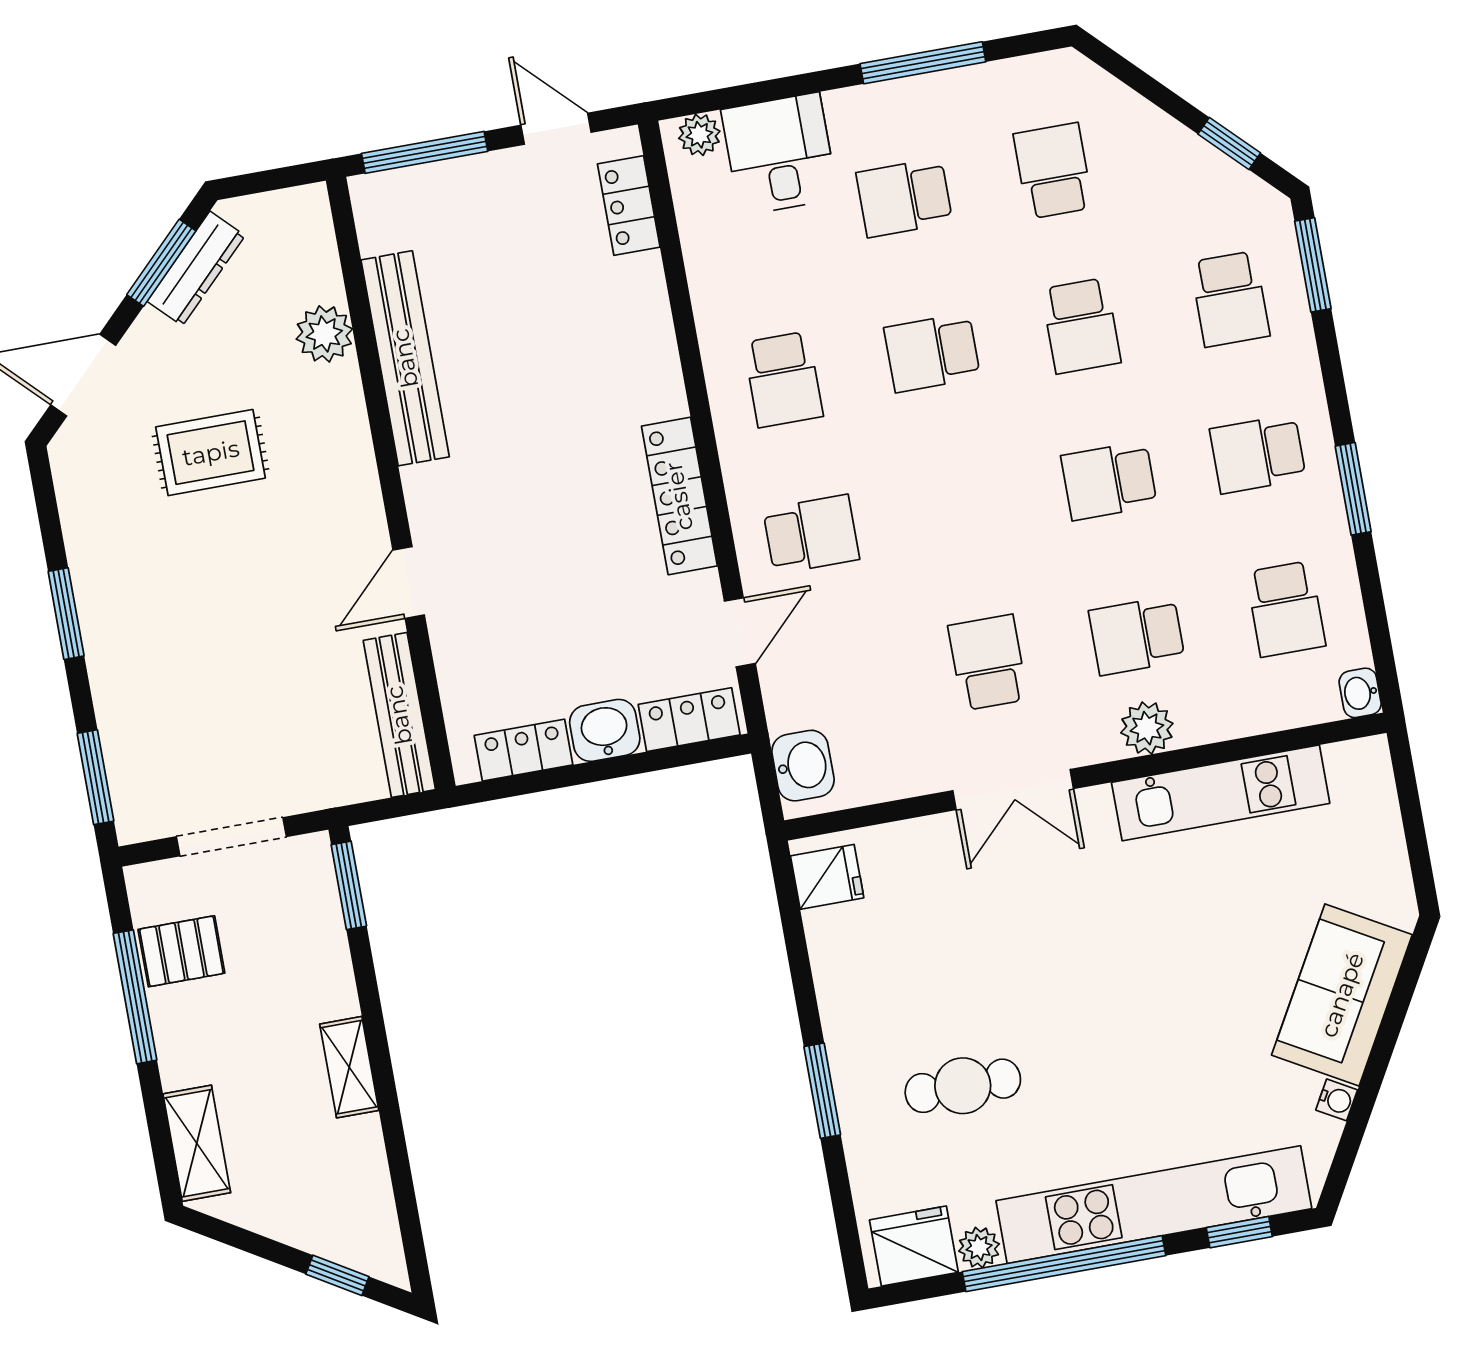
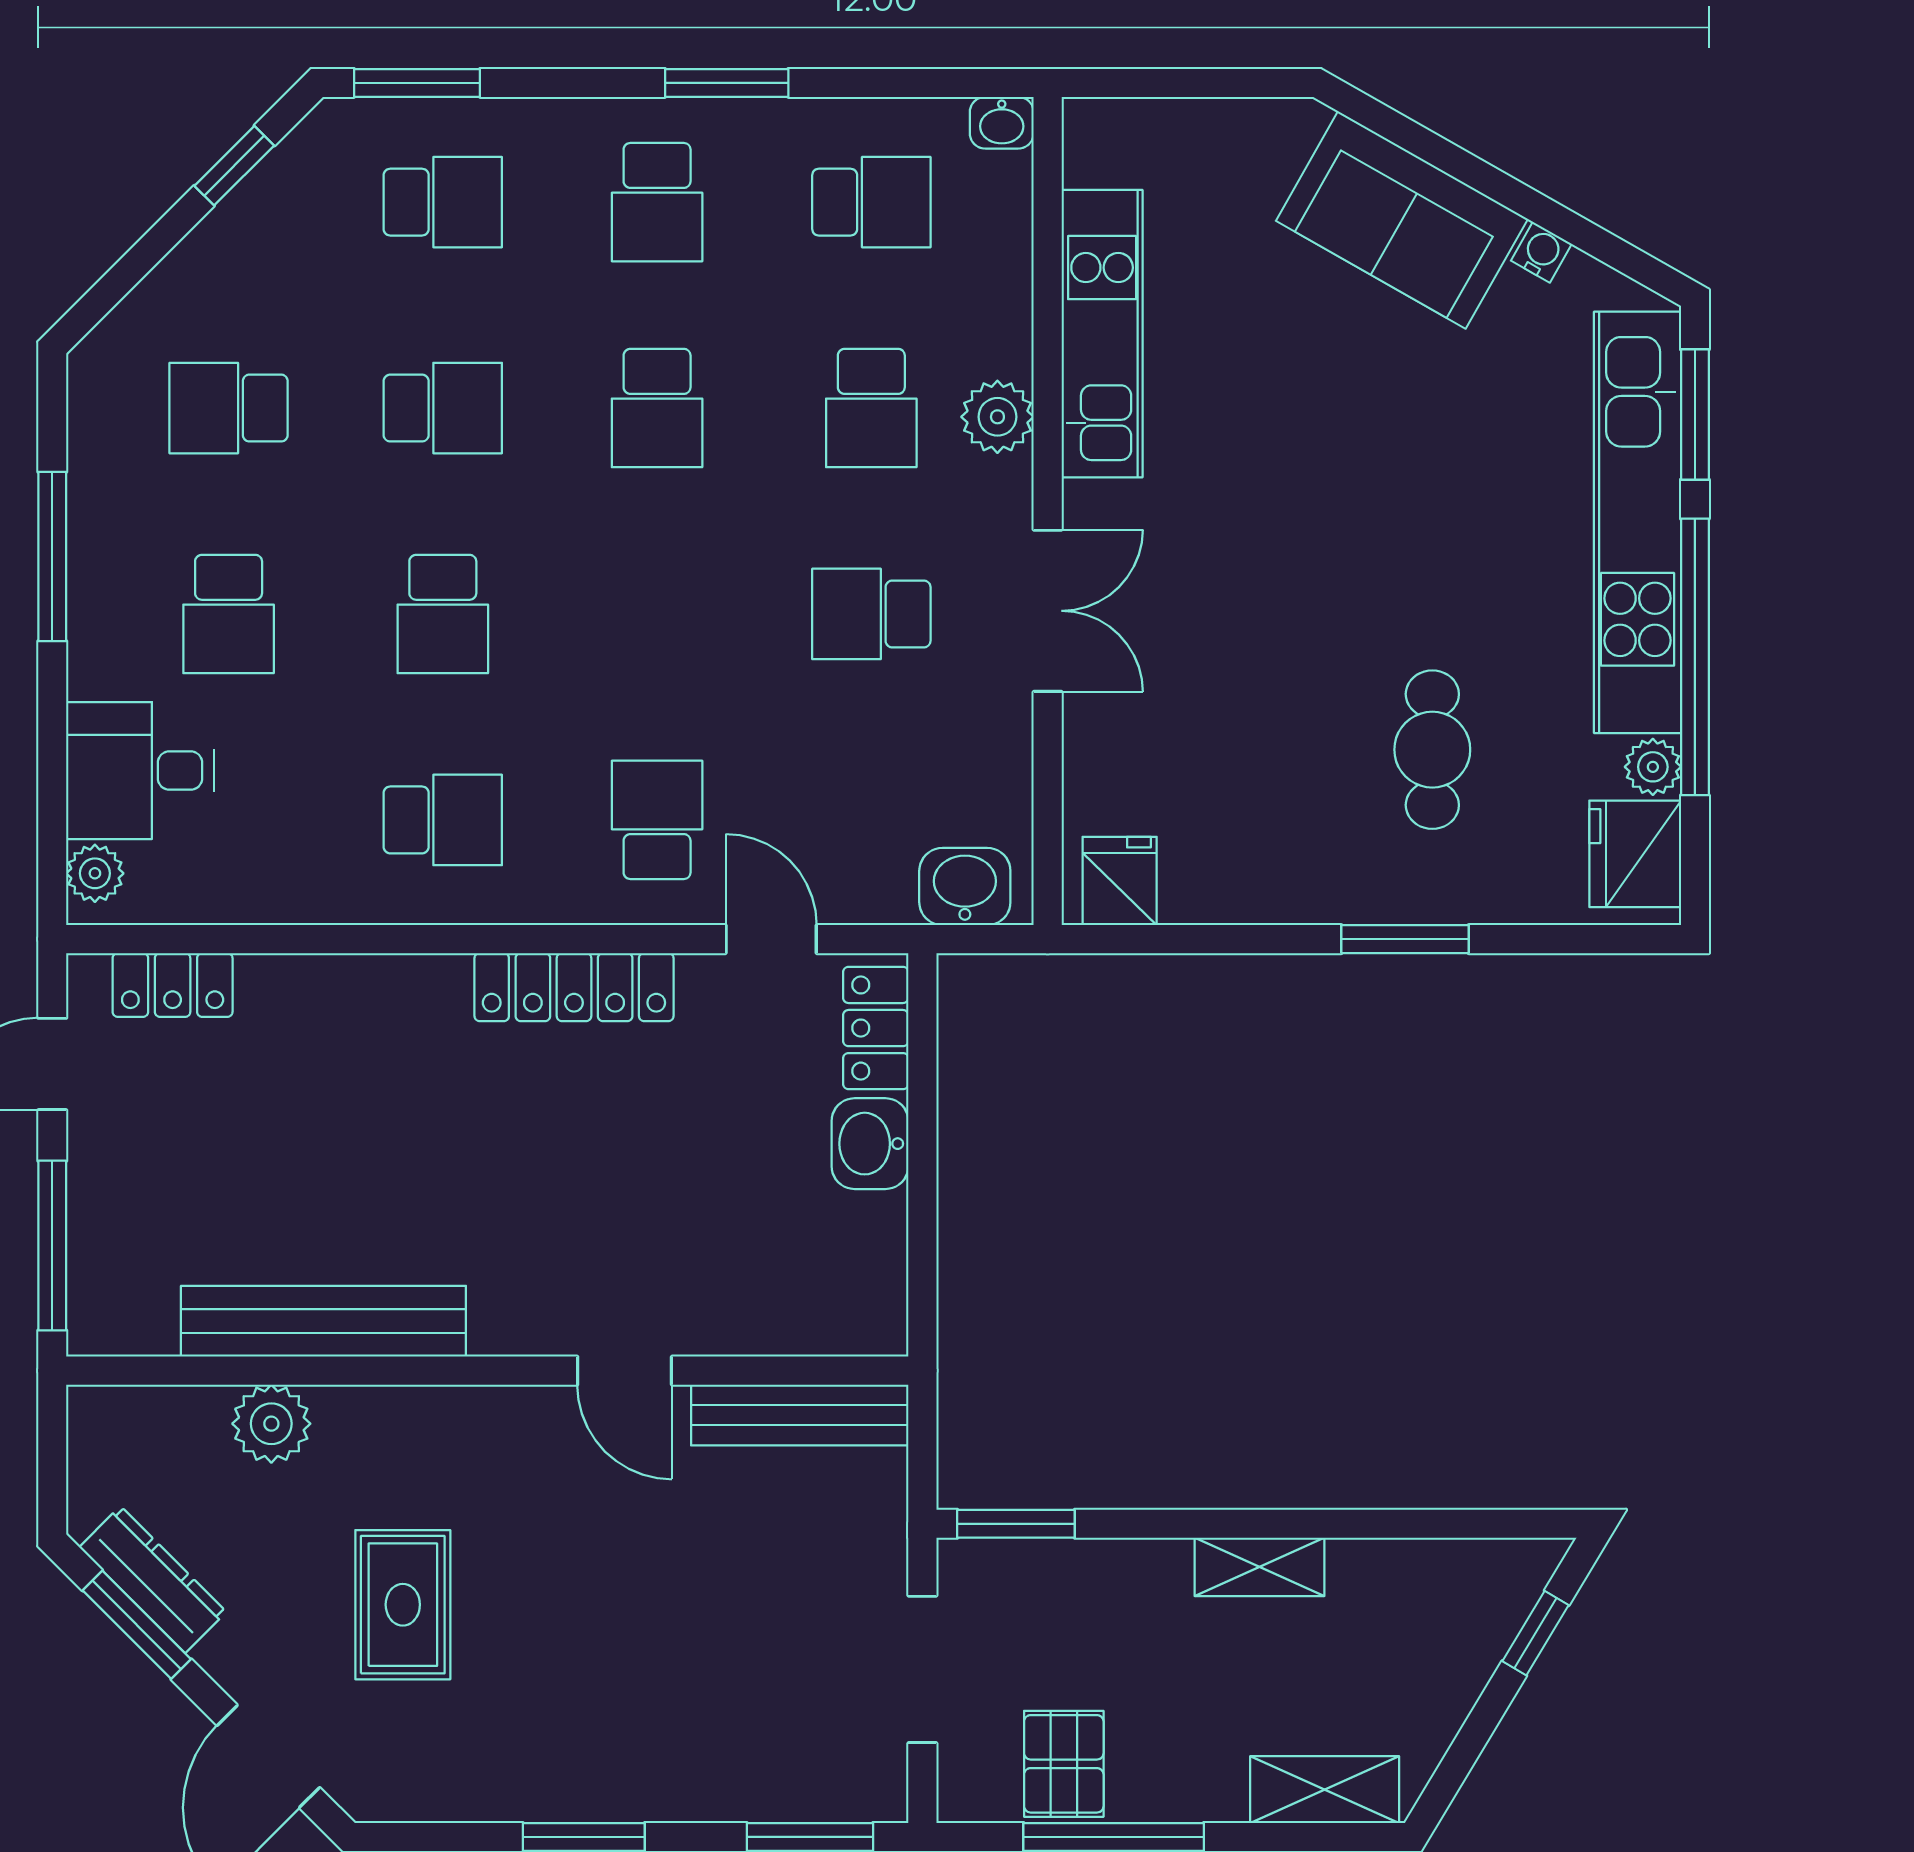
locker: (524, 750) -> (877, 1257), removed
window: (1239, 1232) -> (1695, 414), width x1.50

